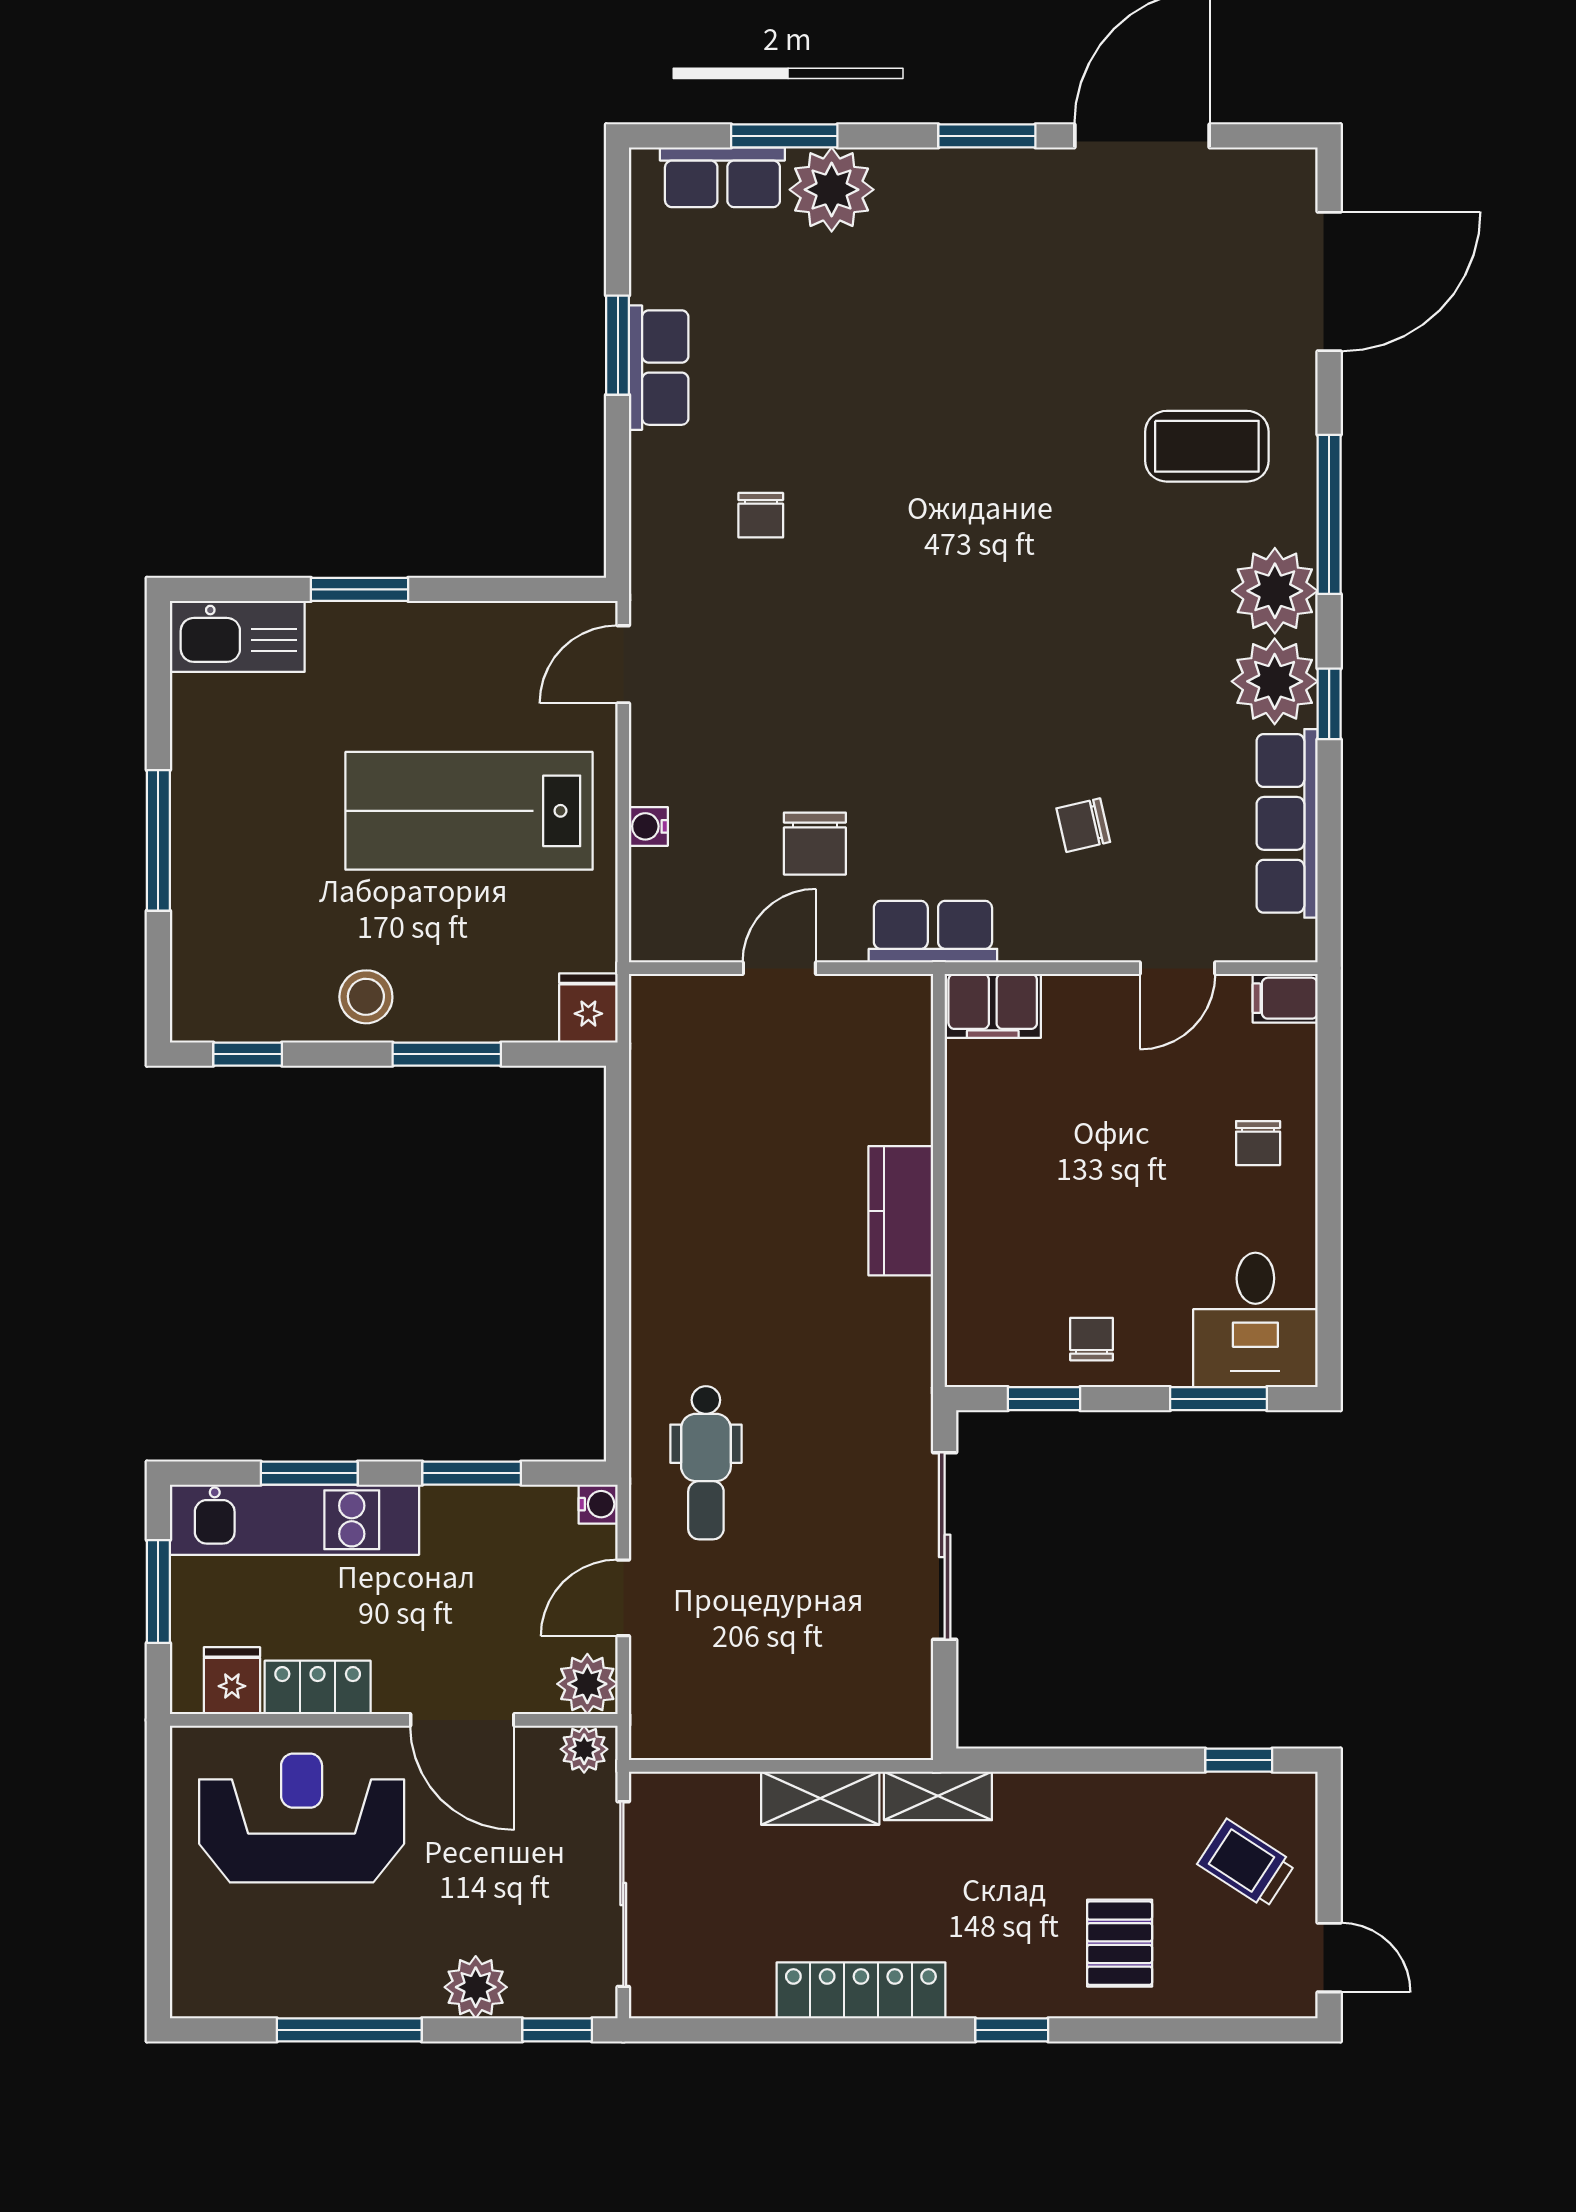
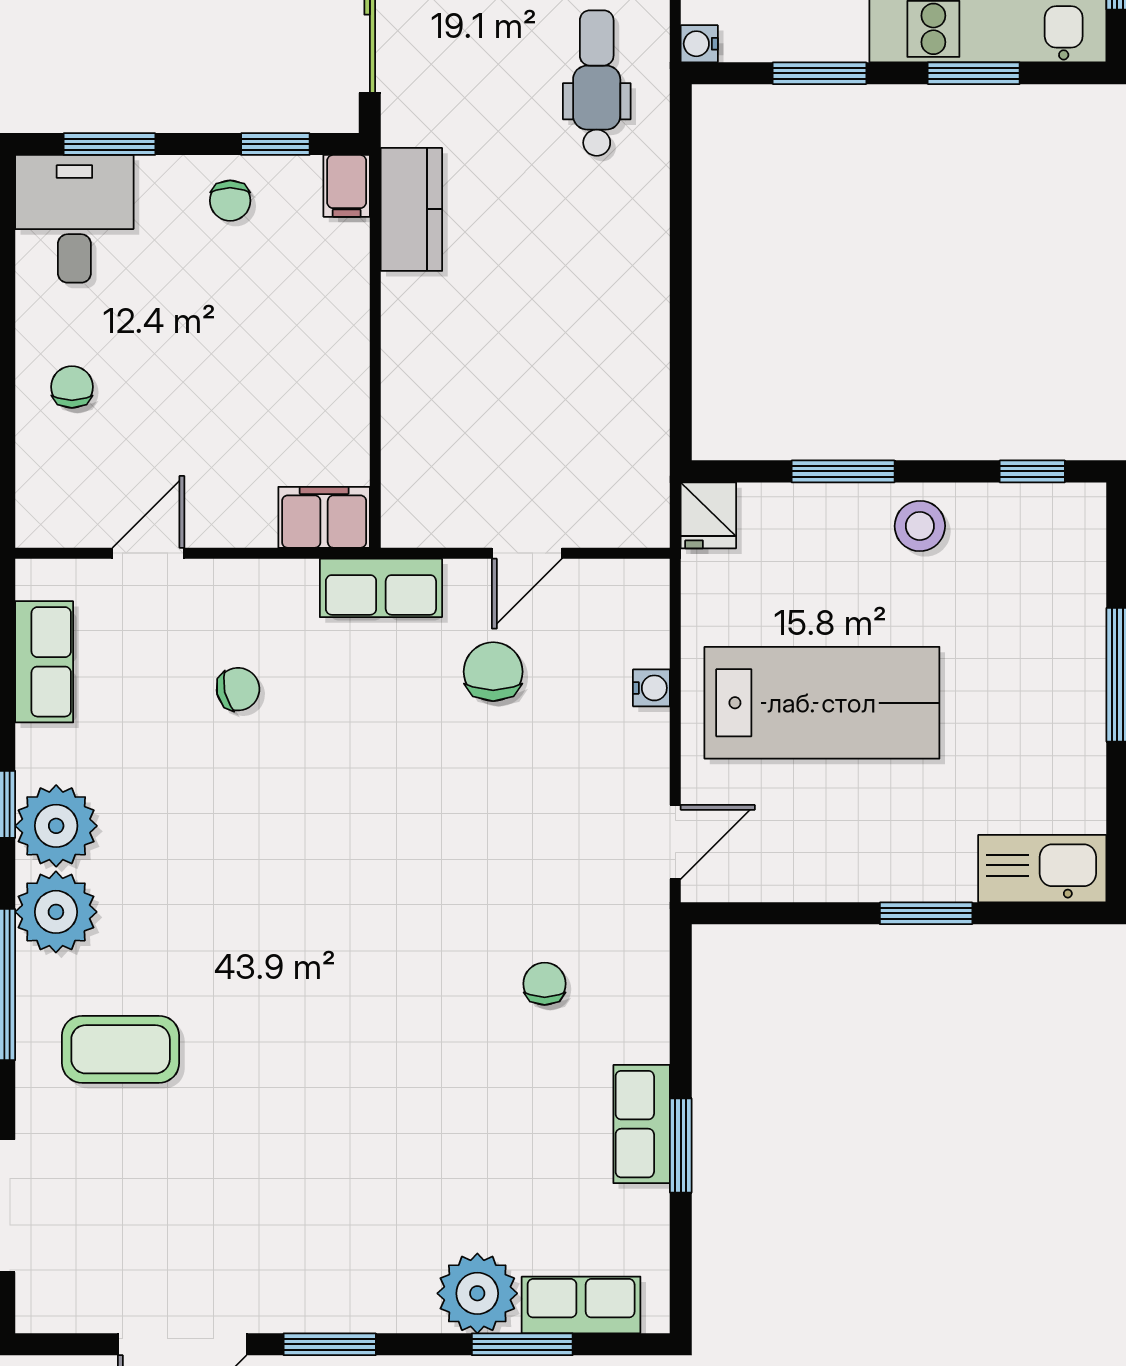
row of seats: (1287, 823) -> (44, 662), width x0.68
filing cabinet: (1285, 998) -> (347, 186), moved, turned 90
kitchen counter: (901, 1211) -> (411, 209), moved

